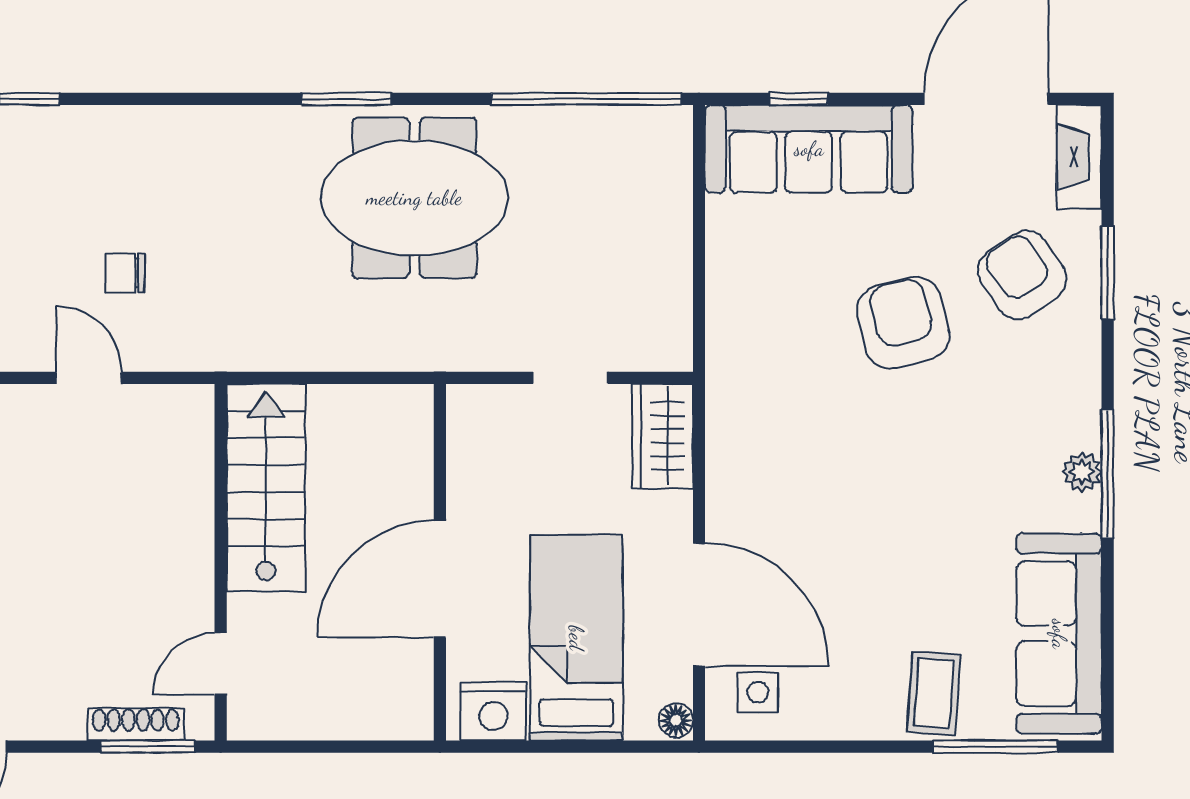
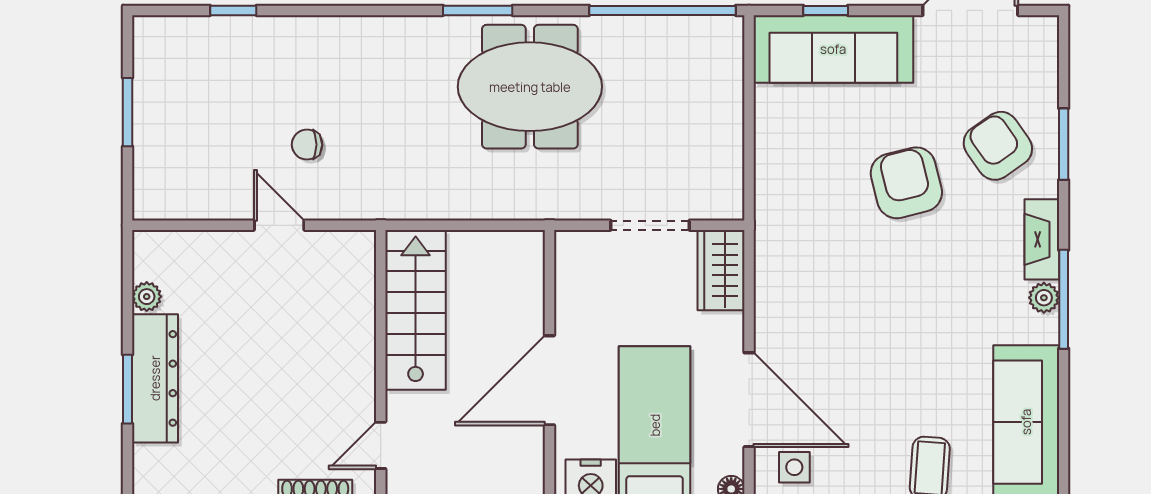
fireplace: (1079, 157) -> (1042, 239), moved
doorway: (570, 378) -> (650, 225), width x1.38

